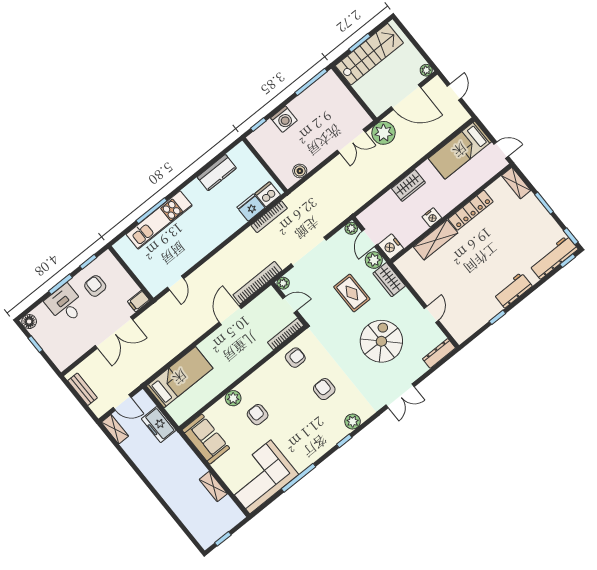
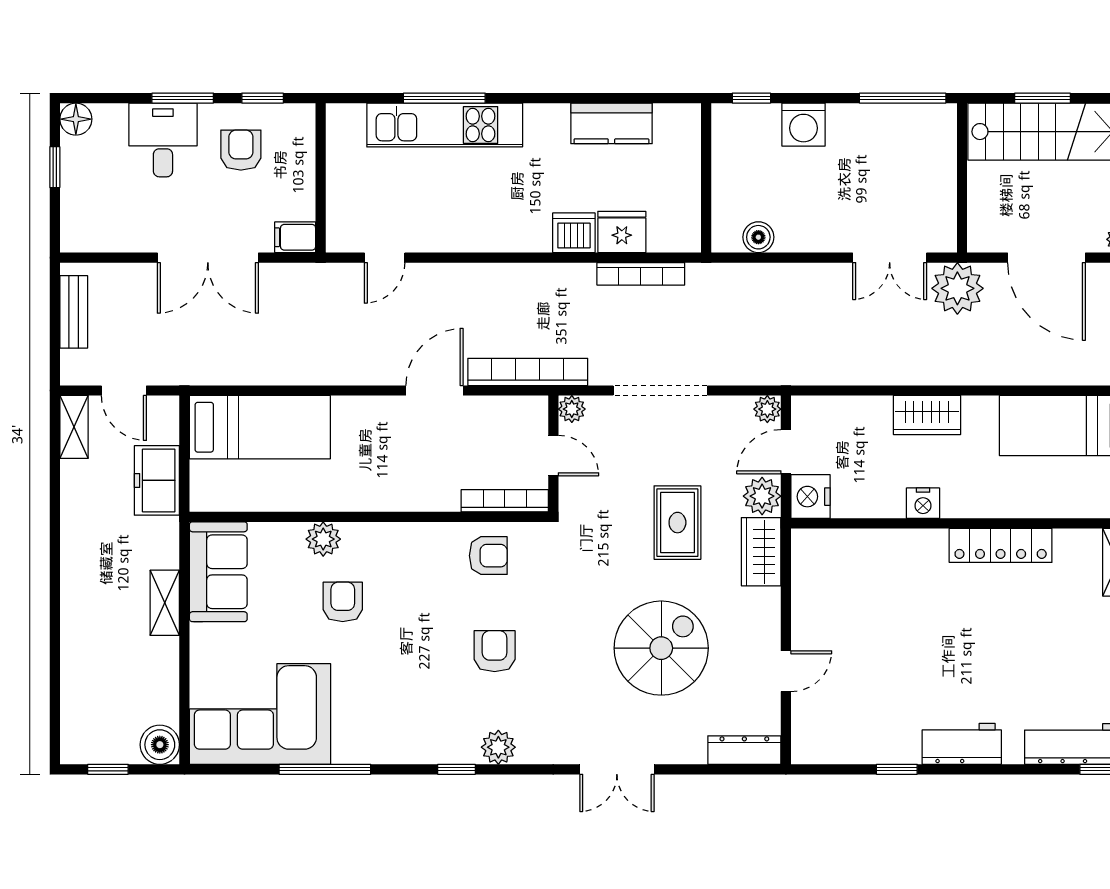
dishwasher: (268, 194) -> (574, 233), moved
shelving: (436, 240) -> (898, 548), removed
shelving: (213, 486) -> (165, 603), moved
boiler: (234, 516) -> (160, 745), added

